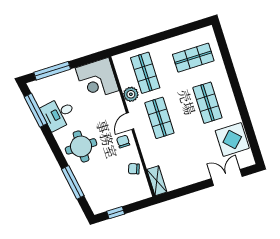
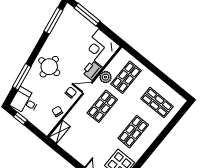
printer: (115, 104) -> (92, 70), added
desk: (58, 114) -> (25, 101), moved

